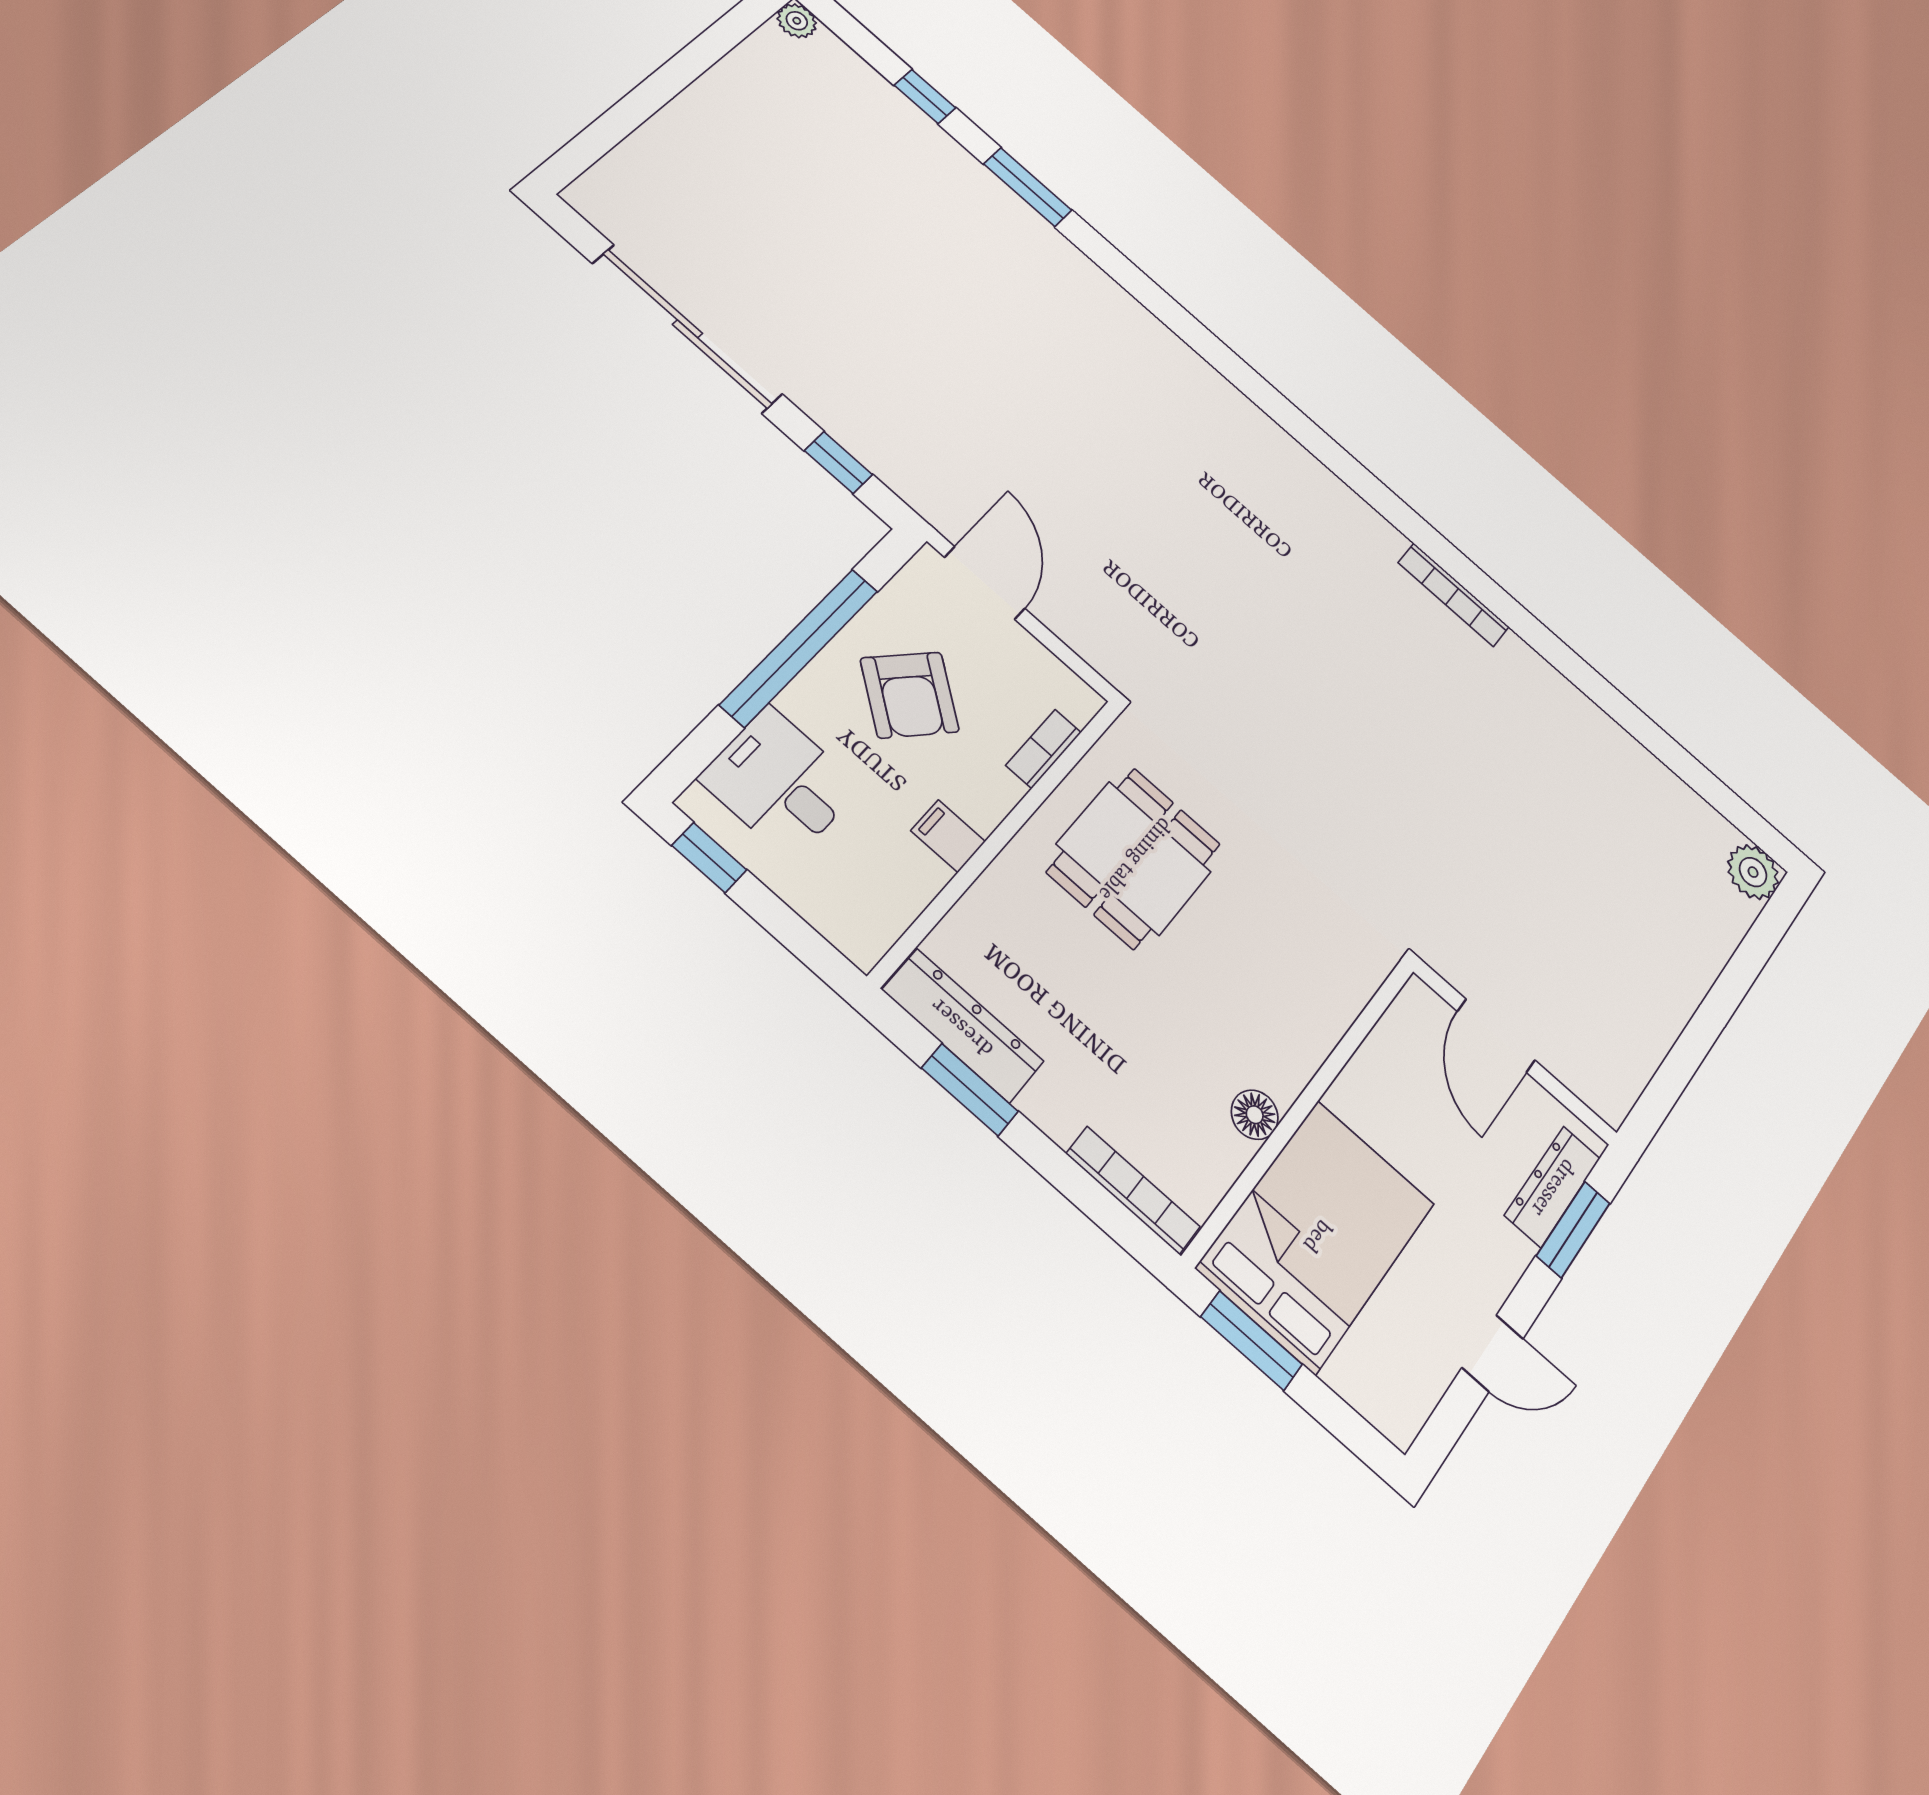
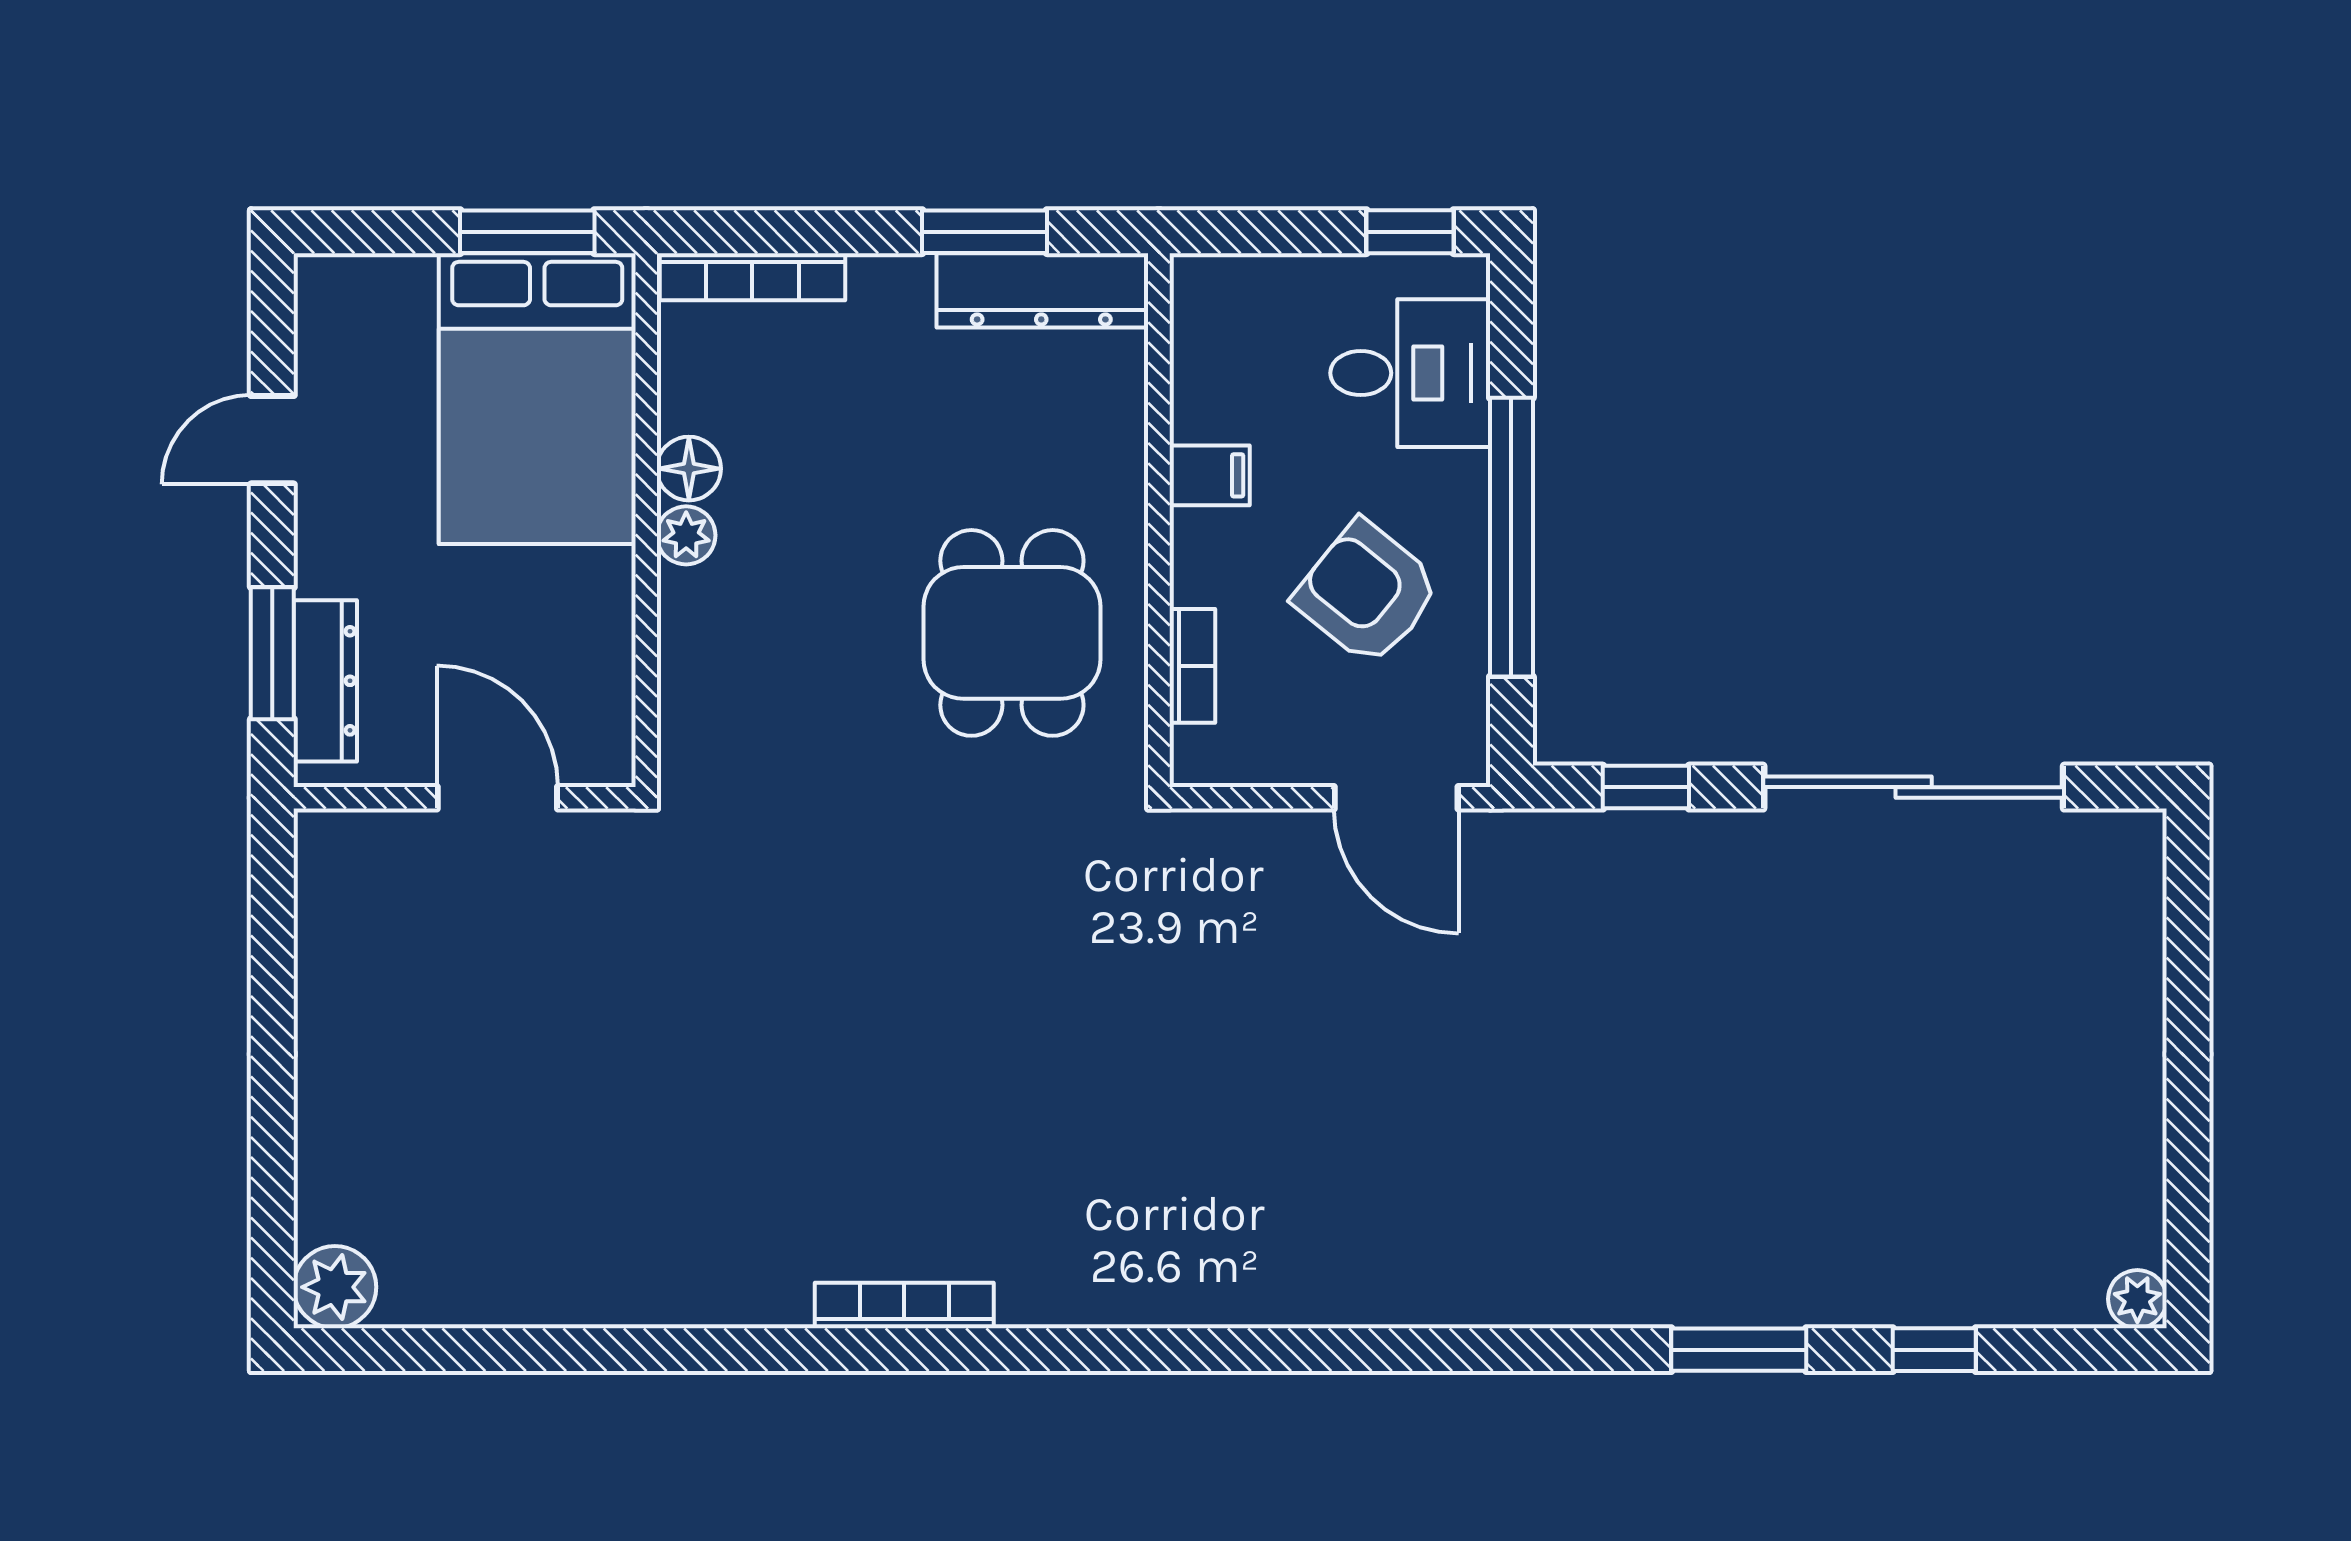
plant: (1284, 1079) -> (686, 535), added

